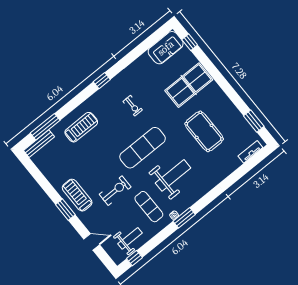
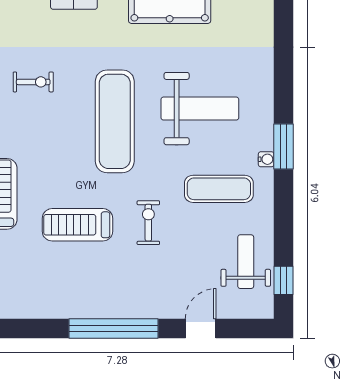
weight bench: (173, 175) -> (200, 109), turned 90
exercise bike: (115, 191) -> (148, 223), width x0.73, depth x0.72
treadmill: (77, 195) -> (77, 225), moved
window: (65, 210) -> (113, 329), width x2.11

